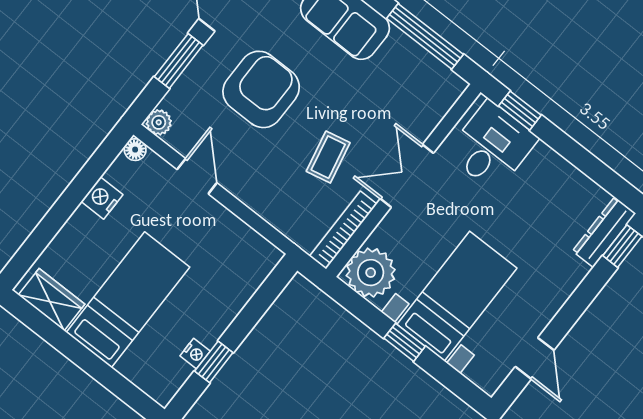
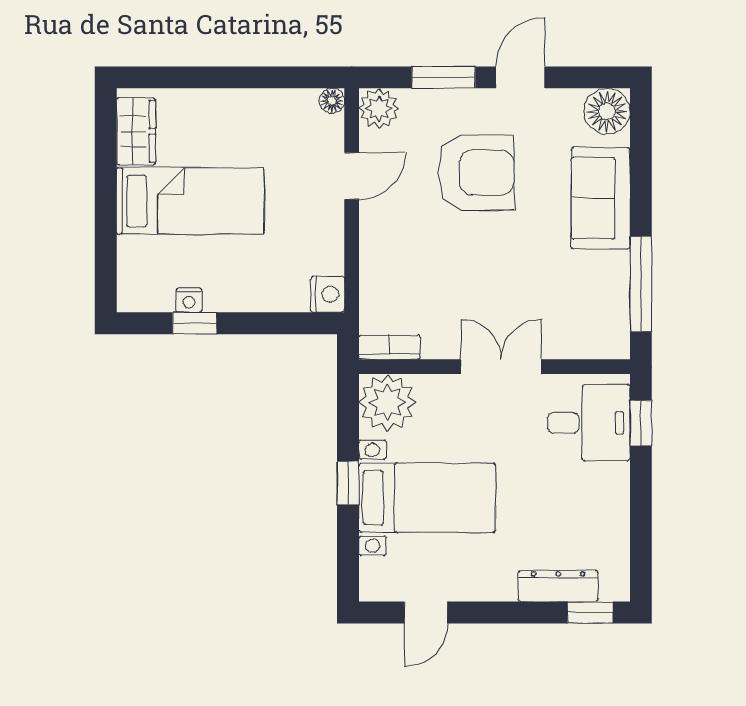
plant: (159, 122) -> (379, 108), width x1.38, depth x1.38
coffee table: (328, 157) -> (462, 282), removed
nightstand: (102, 198) -> (328, 294), moved, turned 90
bookcase: (343, 230) -> (389, 347), width x0.64
dresser: (604, 232) -> (558, 586), moved

